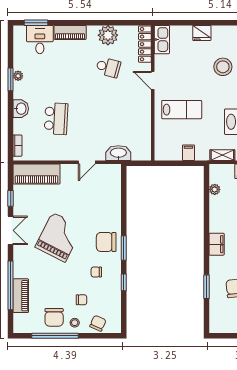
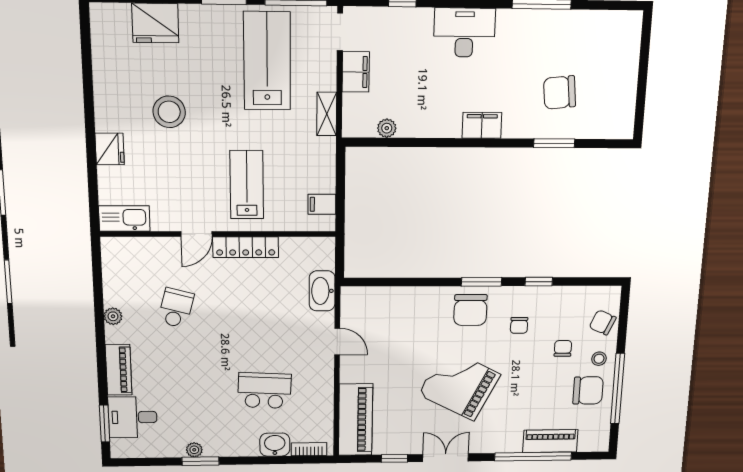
plant: (108, 35) -> (113, 316), width x0.53, depth x0.53
locker: (145, 44) -> (246, 247), moved
washbasin: (21, 109) -> (275, 445), moved
filing cabinet: (188, 153) -> (322, 204), moved

